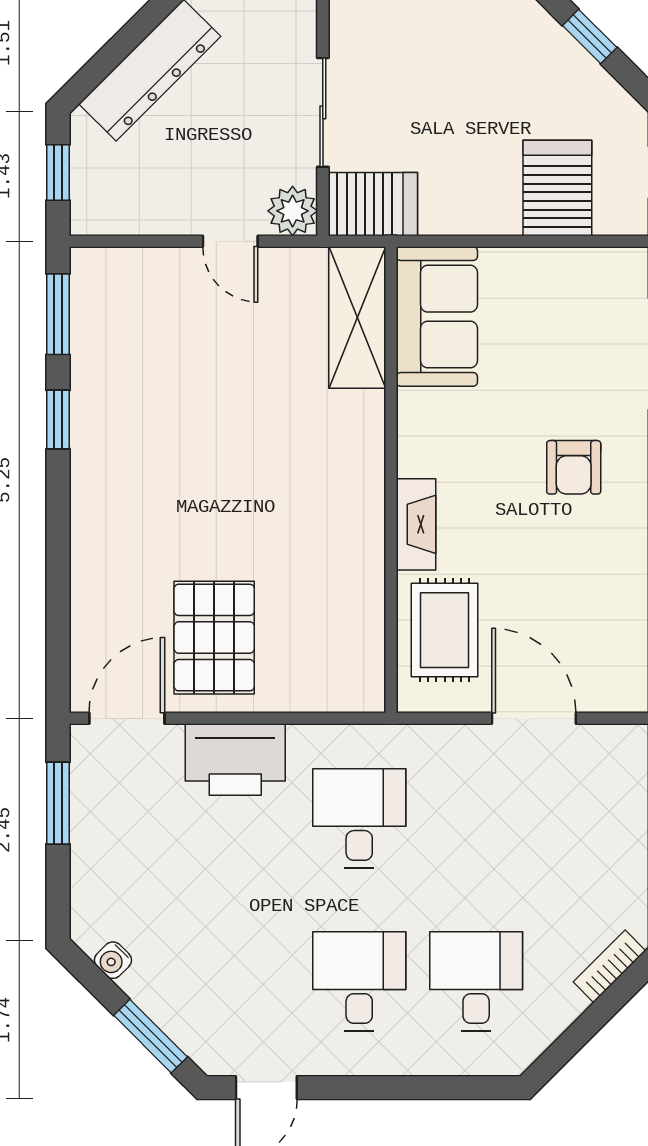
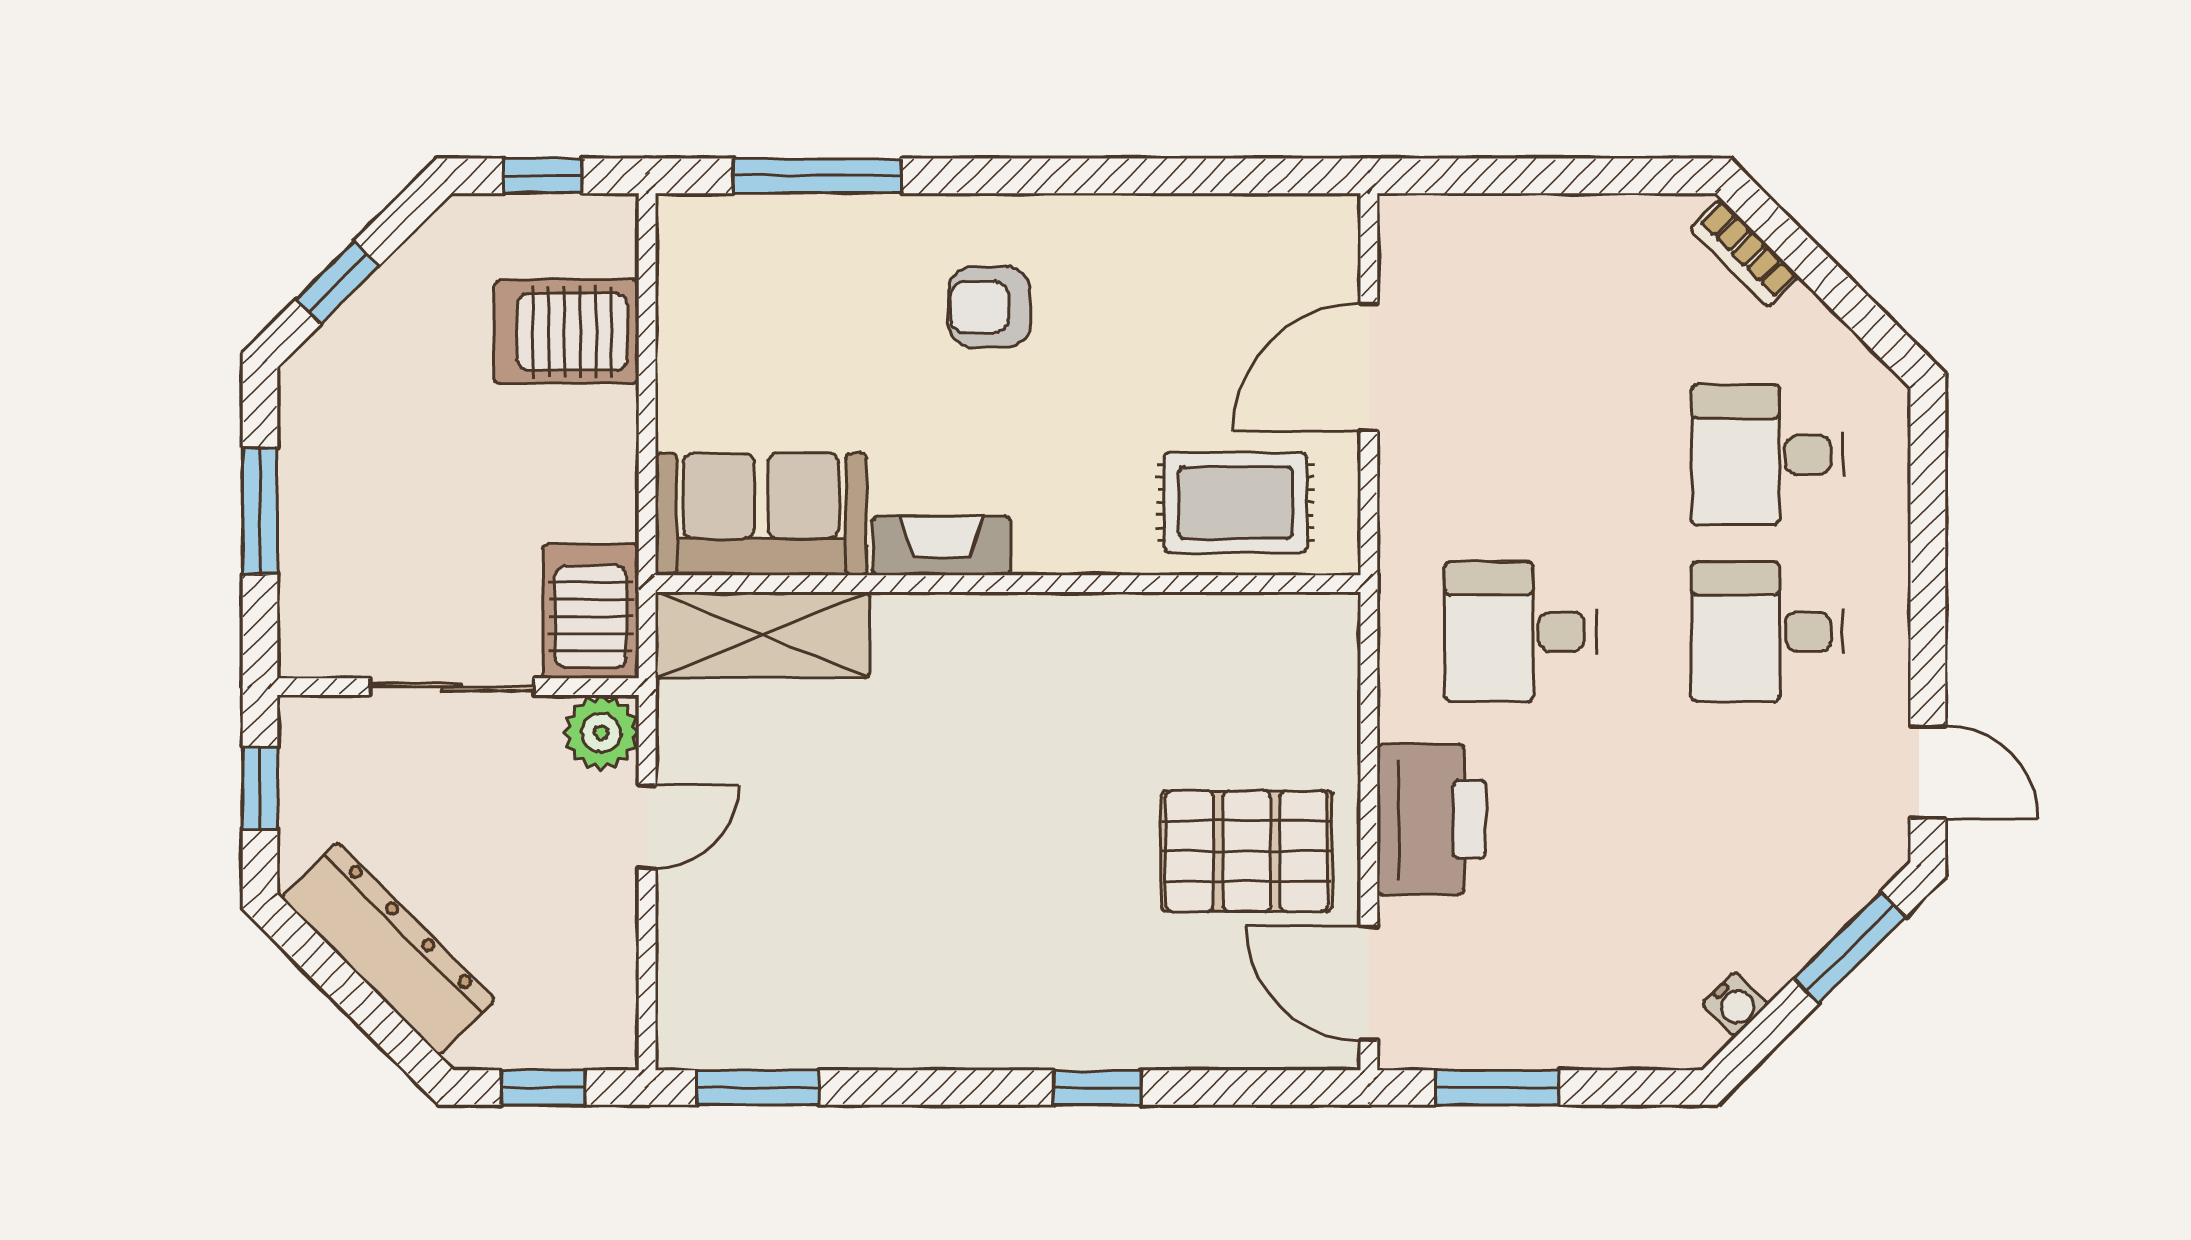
window: (58, 419) -> (1098, 1088), moved
armchair: (574, 467) -> (989, 307), turned 180
fireplace: (416, 524) -> (942, 546), moved

